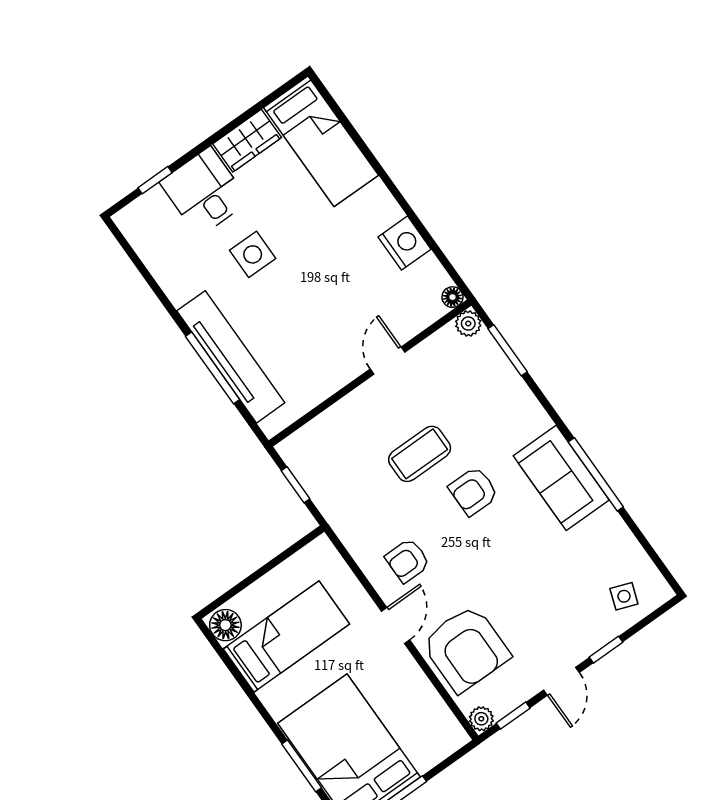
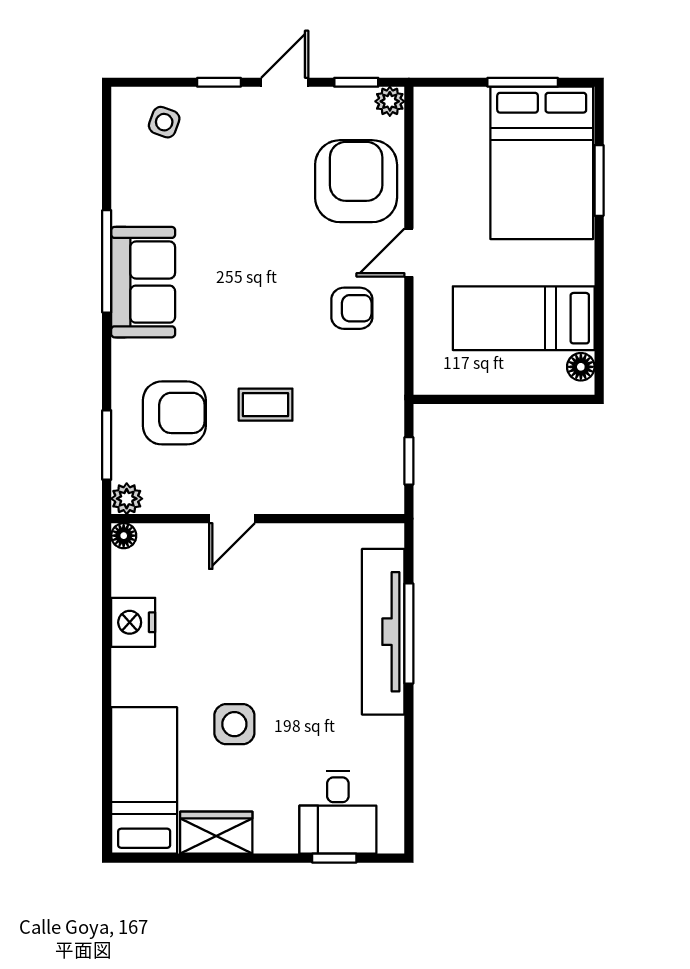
desk: (204, 192) -> (338, 812), moved
side table: (253, 254) -> (234, 724), moved
coffee table: (420, 454) -> (266, 405), width x0.73, depth x0.77
armchair: (473, 491) -> (174, 413), moved, width x1.38, depth x1.38
floor lamp: (225, 625) -> (581, 367), width x0.73, depth x0.73

